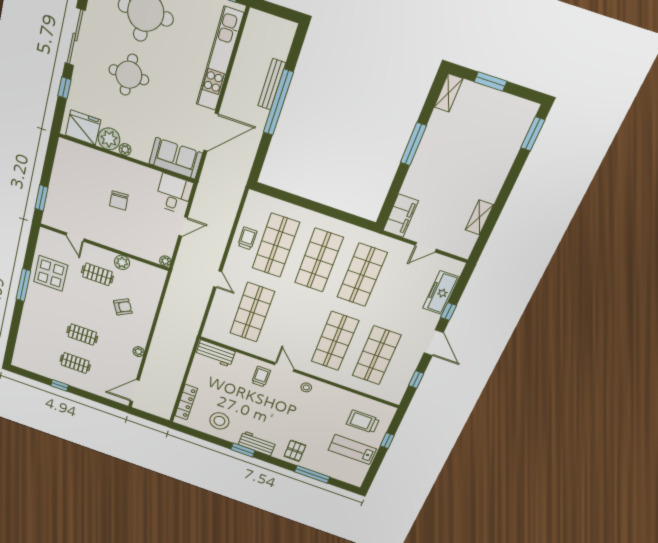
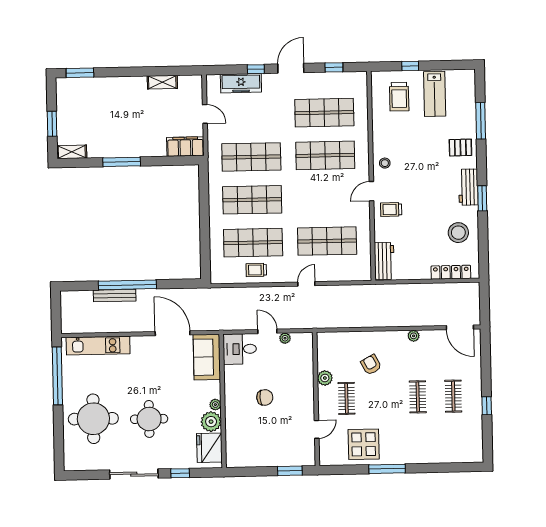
kitchen unit: (220, 59) -> (98, 346), width x0.73
plant: (165, 261) -> (285, 338), moved

